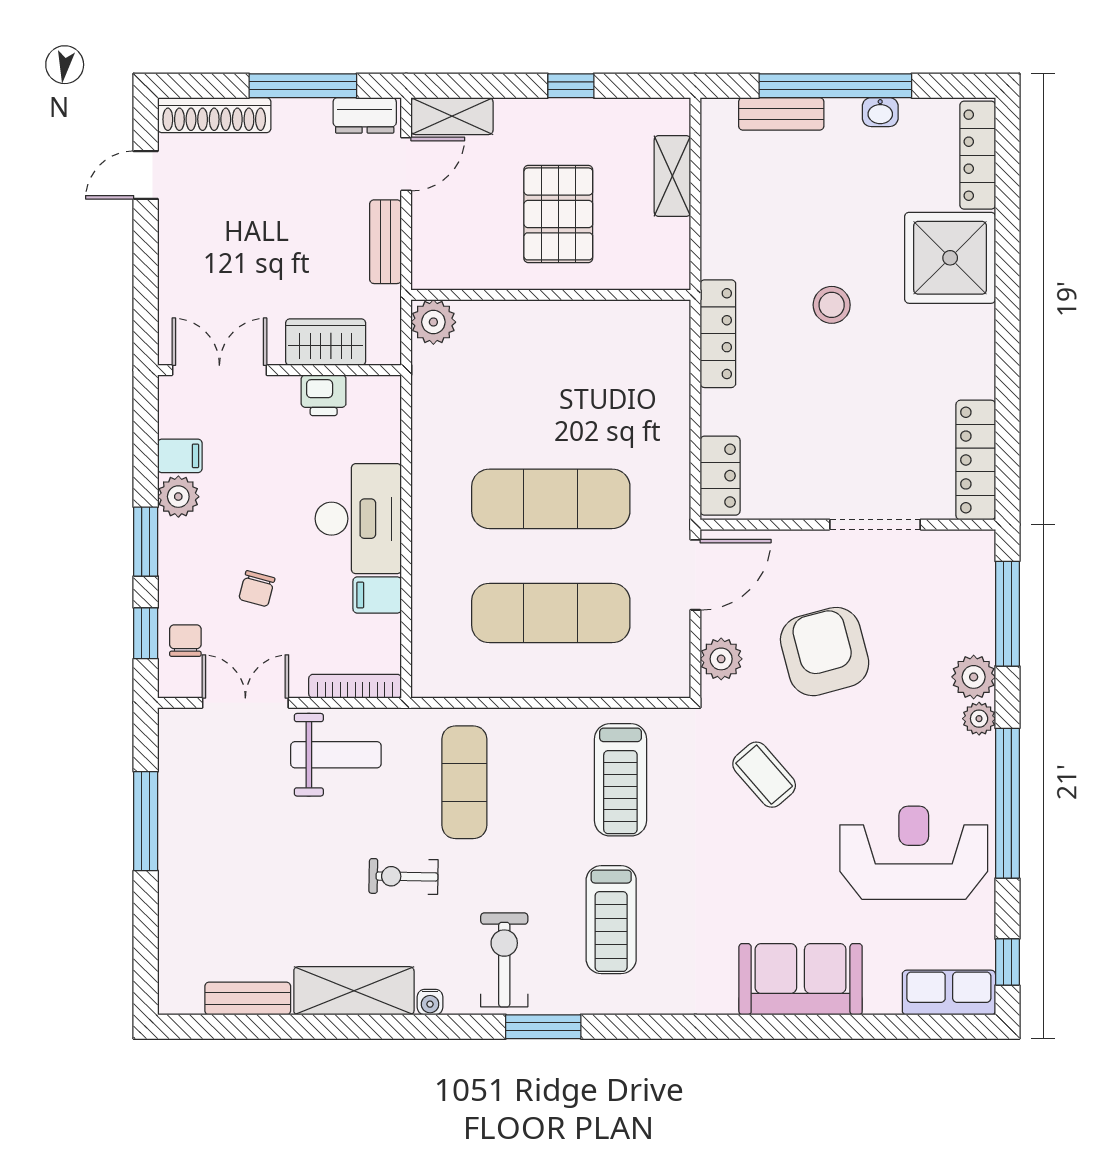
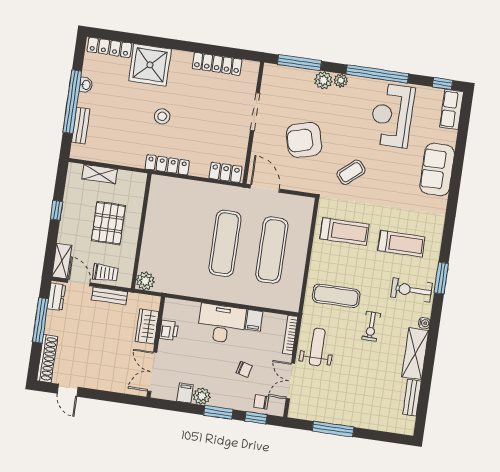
pallet: (558, 214) -> (108, 223), turned 90
trolley: (439, 224) -> (105, 273), added
locker: (976, 460) -> (217, 64), moved
plant: (721, 659) -> (301, 183), removed

